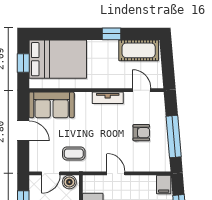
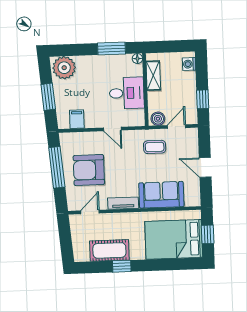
cot: (139, 50) -> (109, 250), moved
door: (142, 90) -> (90, 212), swing flipped
sofa: (52, 105) -> (161, 195), moved
armchair: (141, 133) -> (89, 170), width x1.88, depth x1.88
filing cabinet: (164, 185) -> (77, 119), moved

